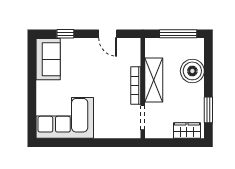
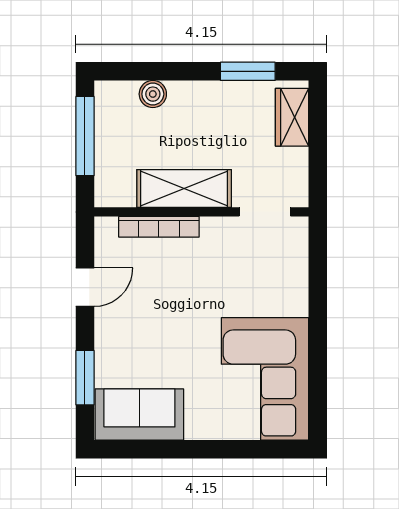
window: (65, 34) -> (85, 378), width x1.50
boiler: (192, 71) -> (153, 94), width x0.54, depth x0.54
bookcase: (136, 85) -> (159, 227), moved

